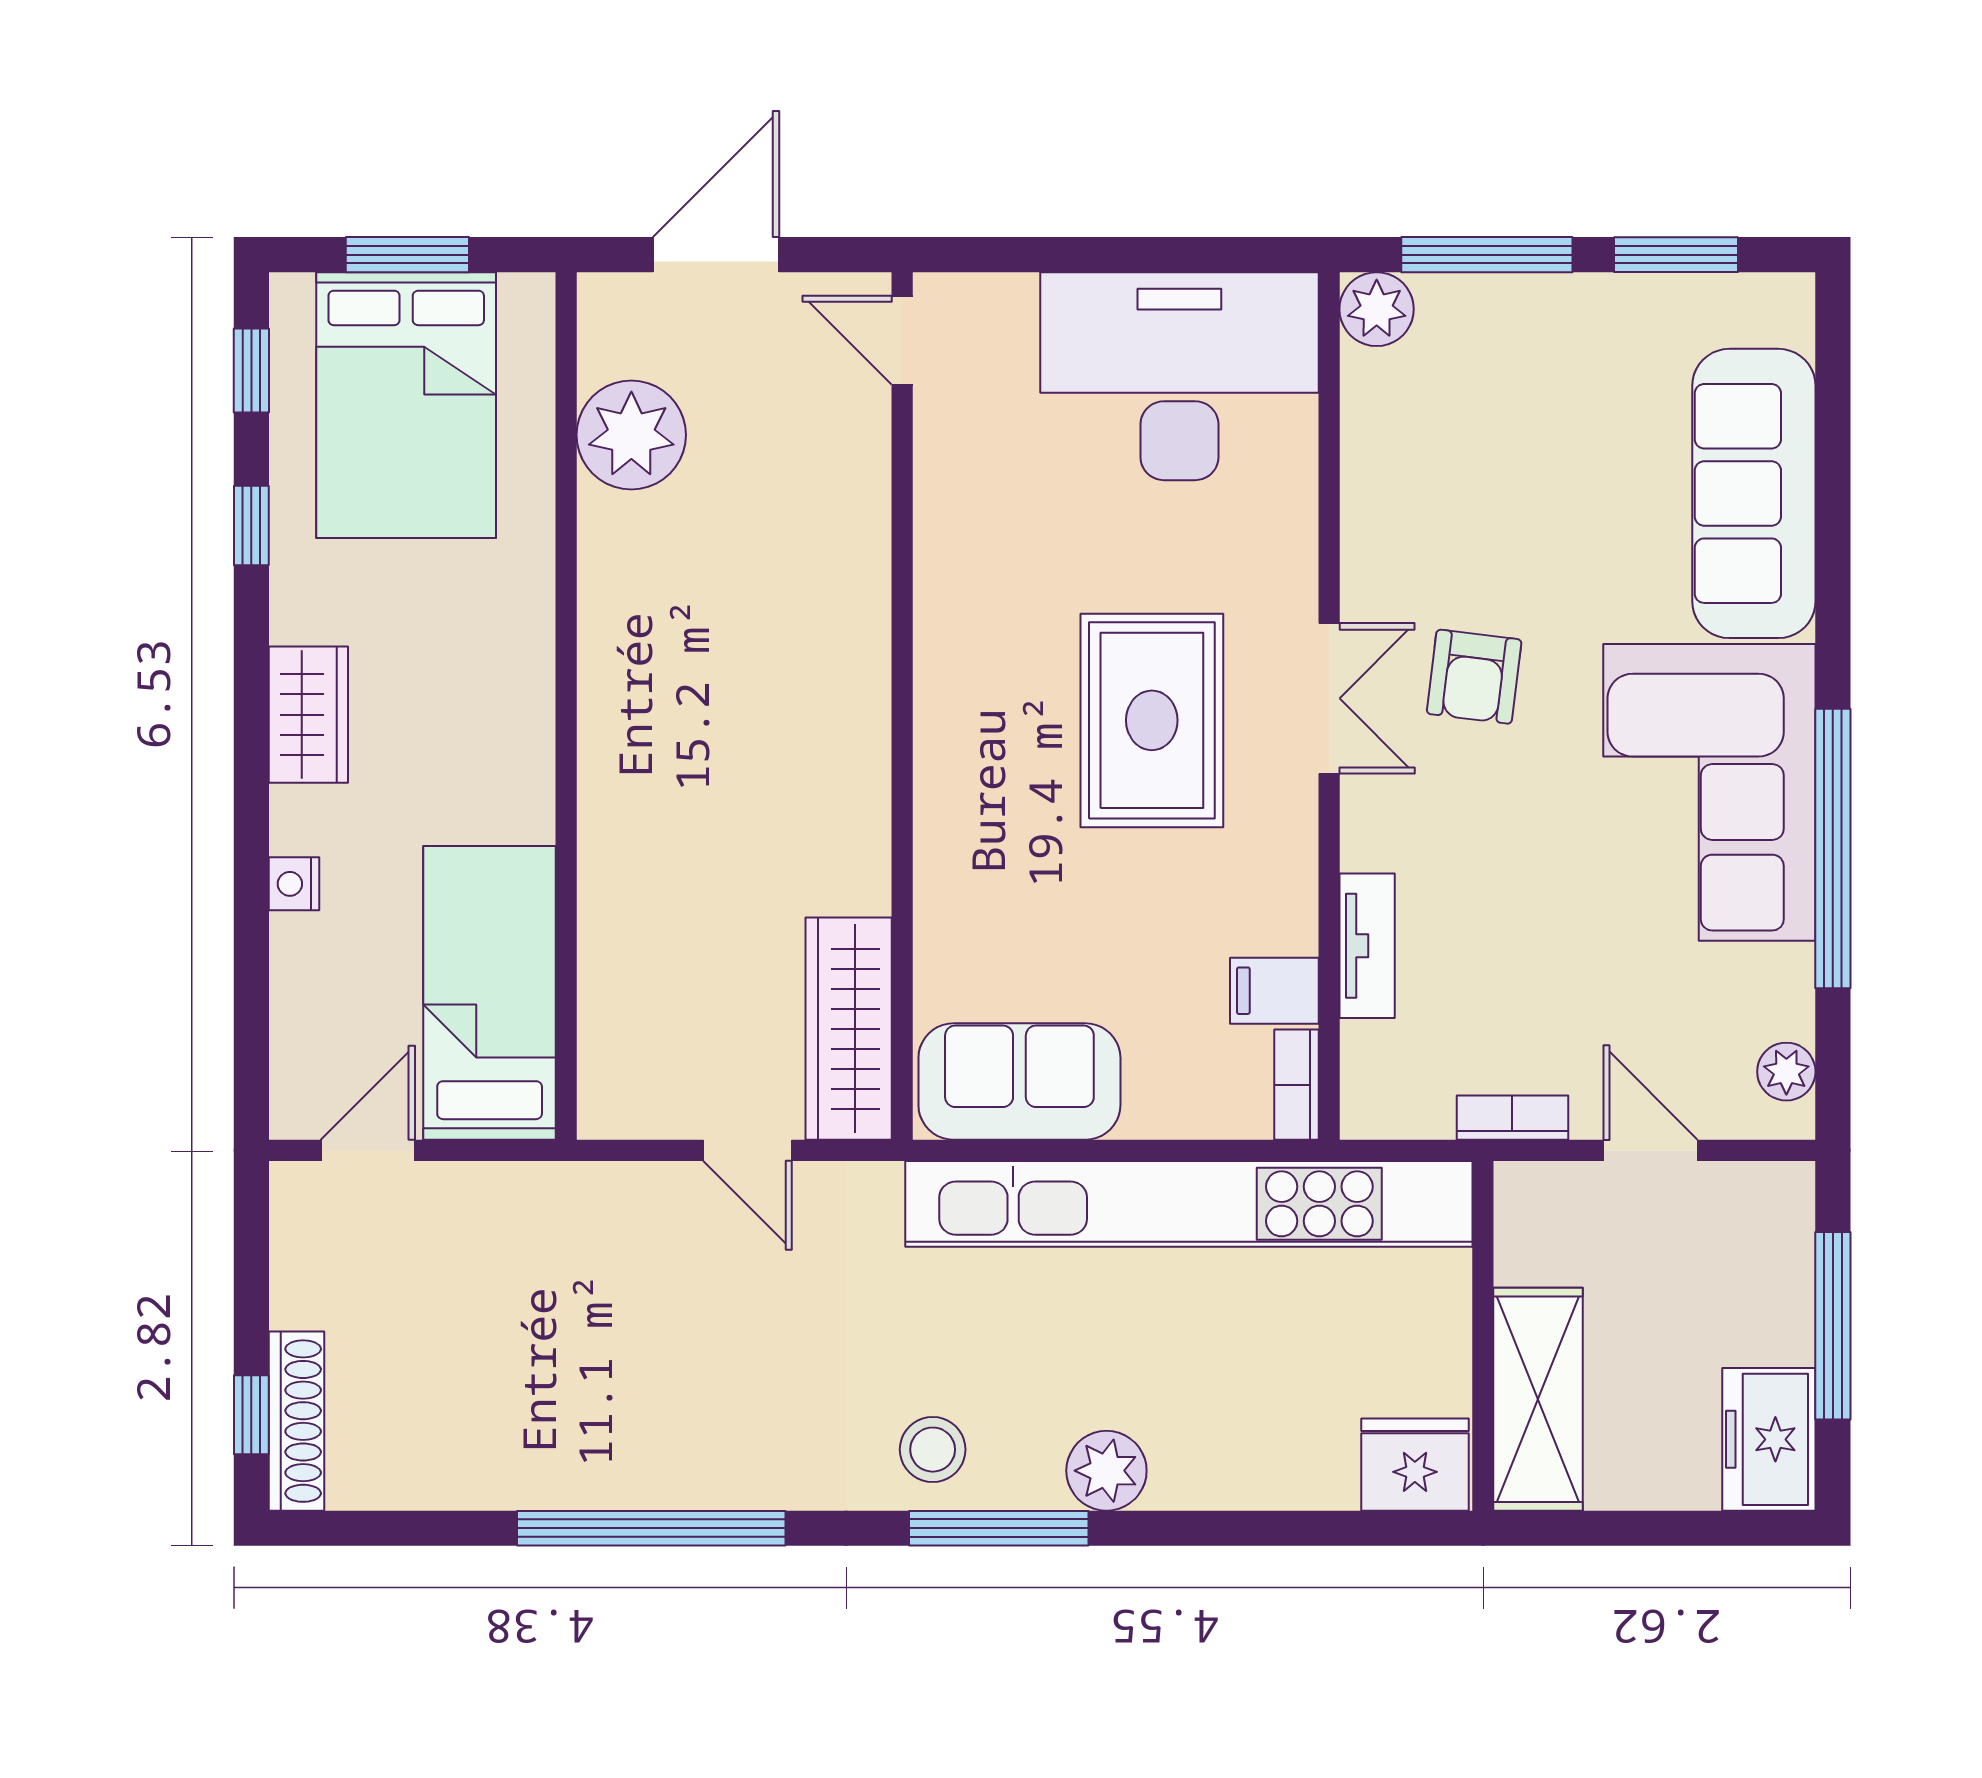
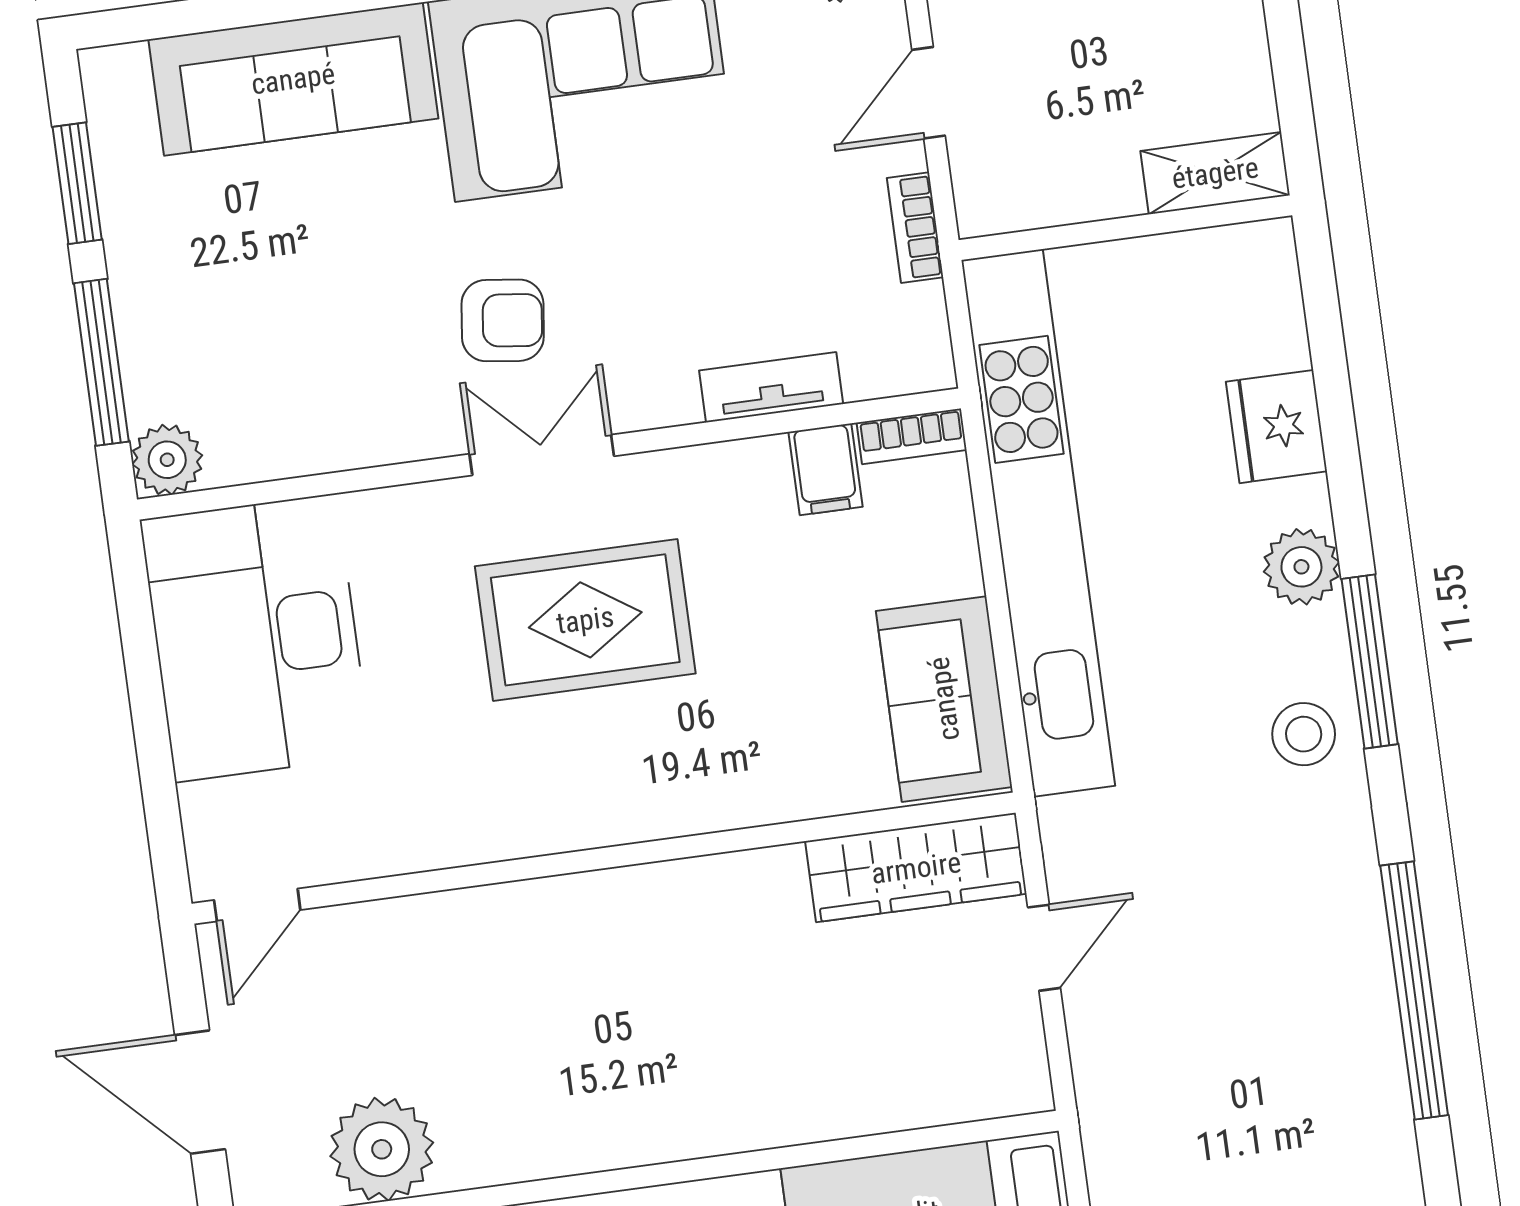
shelving: (1538, 1399) -> (1215, 173), width x0.67, depth x0.75
fridge: (1415, 1465) -> (1276, 427), moved

